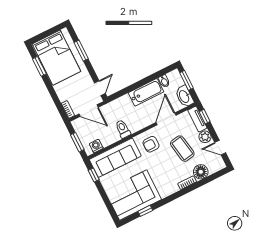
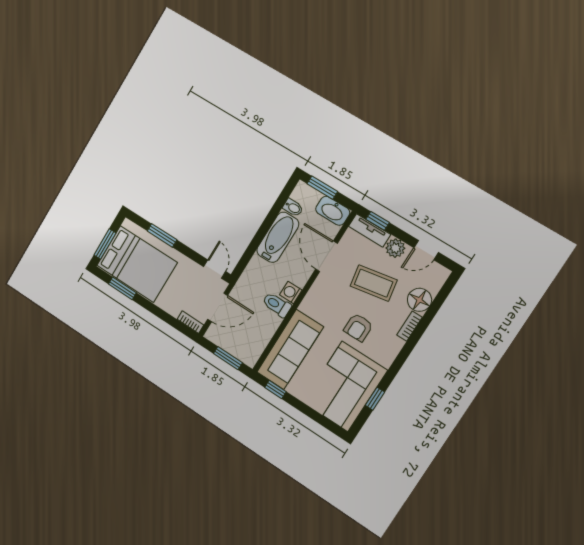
window: (44, 35) -> (105, 244), added
armchair: (151, 144) -> (358, 327), moved
washing machine: (96, 146) -> (291, 292), moved

